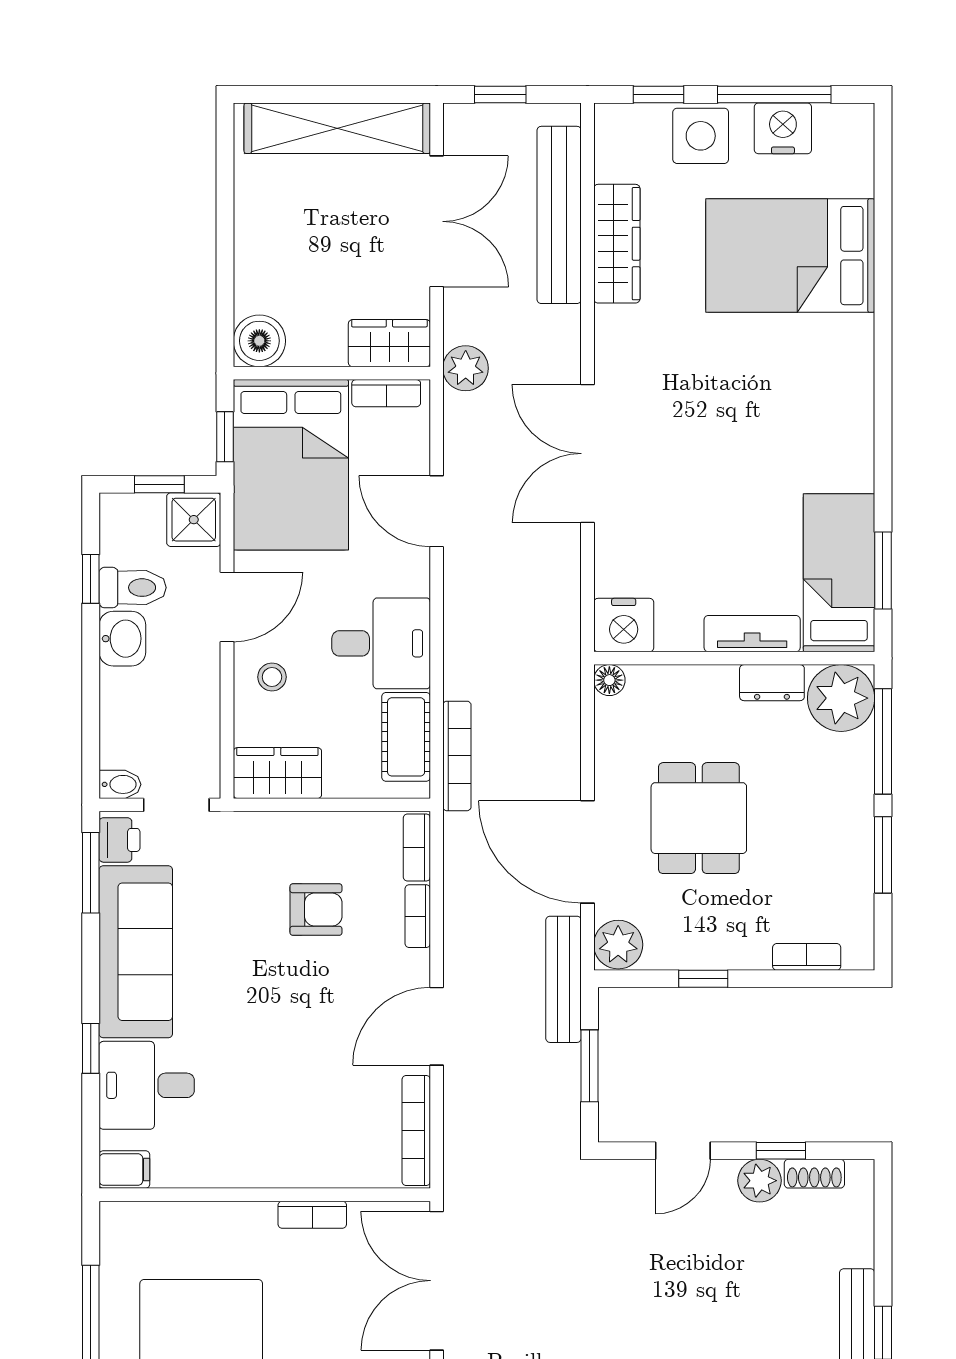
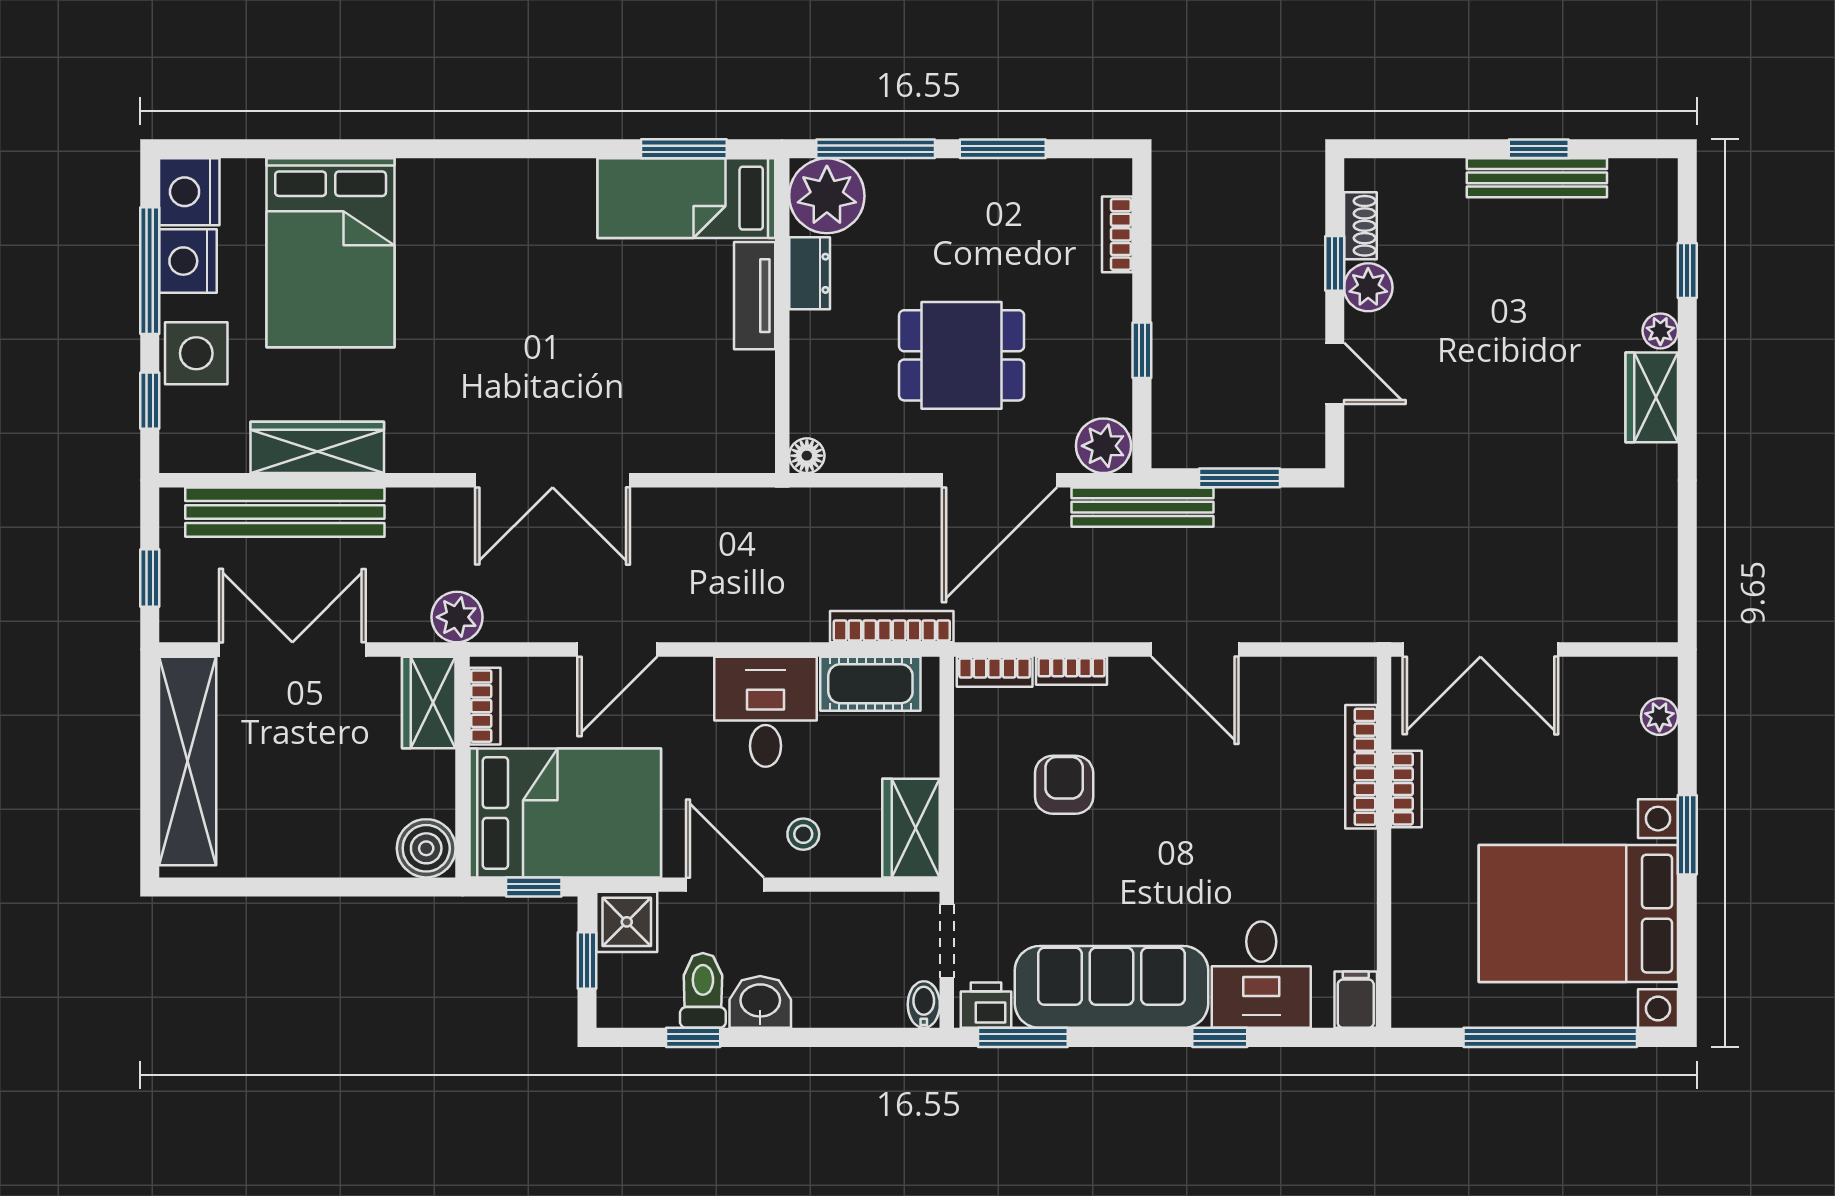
nightstand: (624, 625) -> (189, 192), moved, turned 180
bookcase: (416, 1131) -> (1361, 767), moved, turned 90

